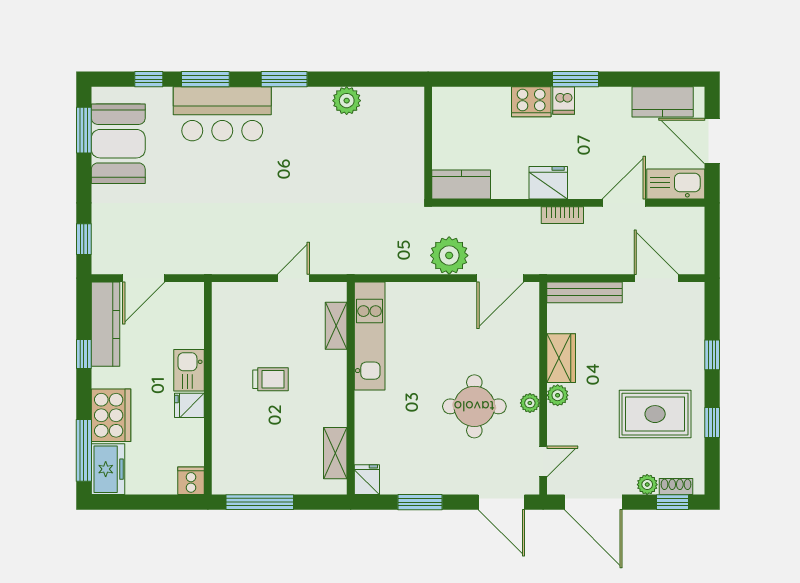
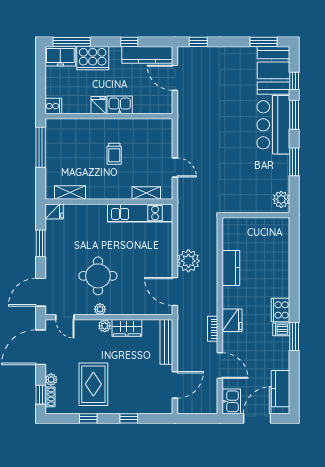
wall: (428, 143) -> (256, 215), moved
booth: (118, 144) -> (274, 70), moved, turned 90
kitchen sink: (676, 184) -> (231, 401), width x0.73

